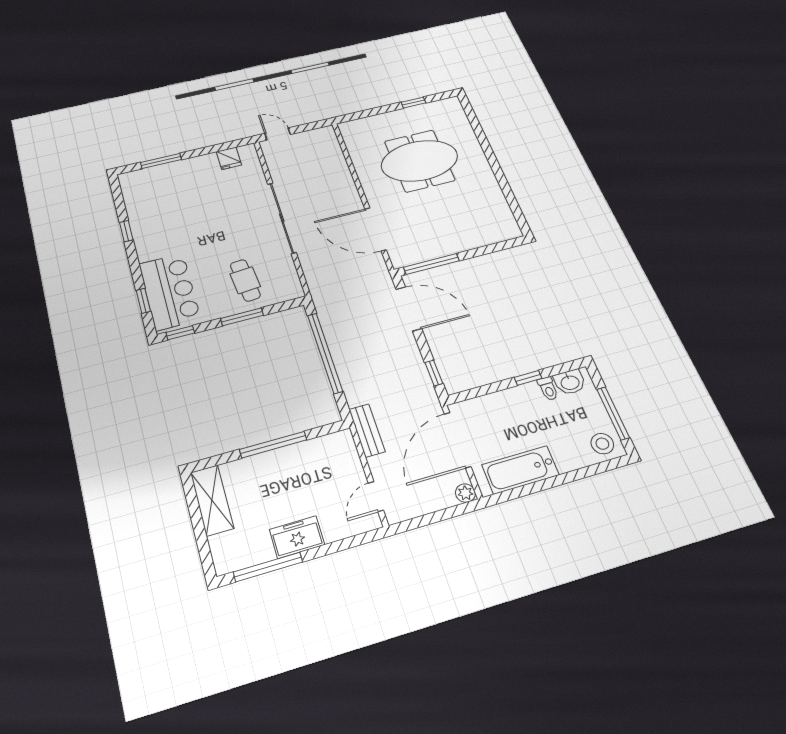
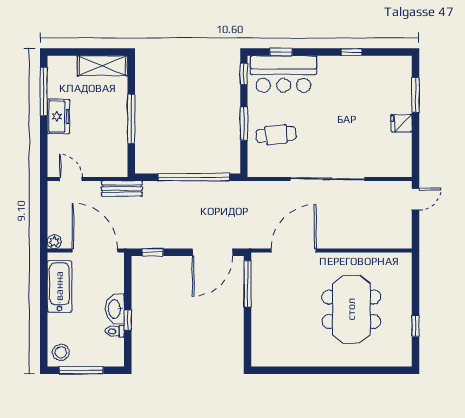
fridge: (229, 158) -> (401, 123), moved
washbasin: (570, 382) -> (115, 309), moved, width x1.38

